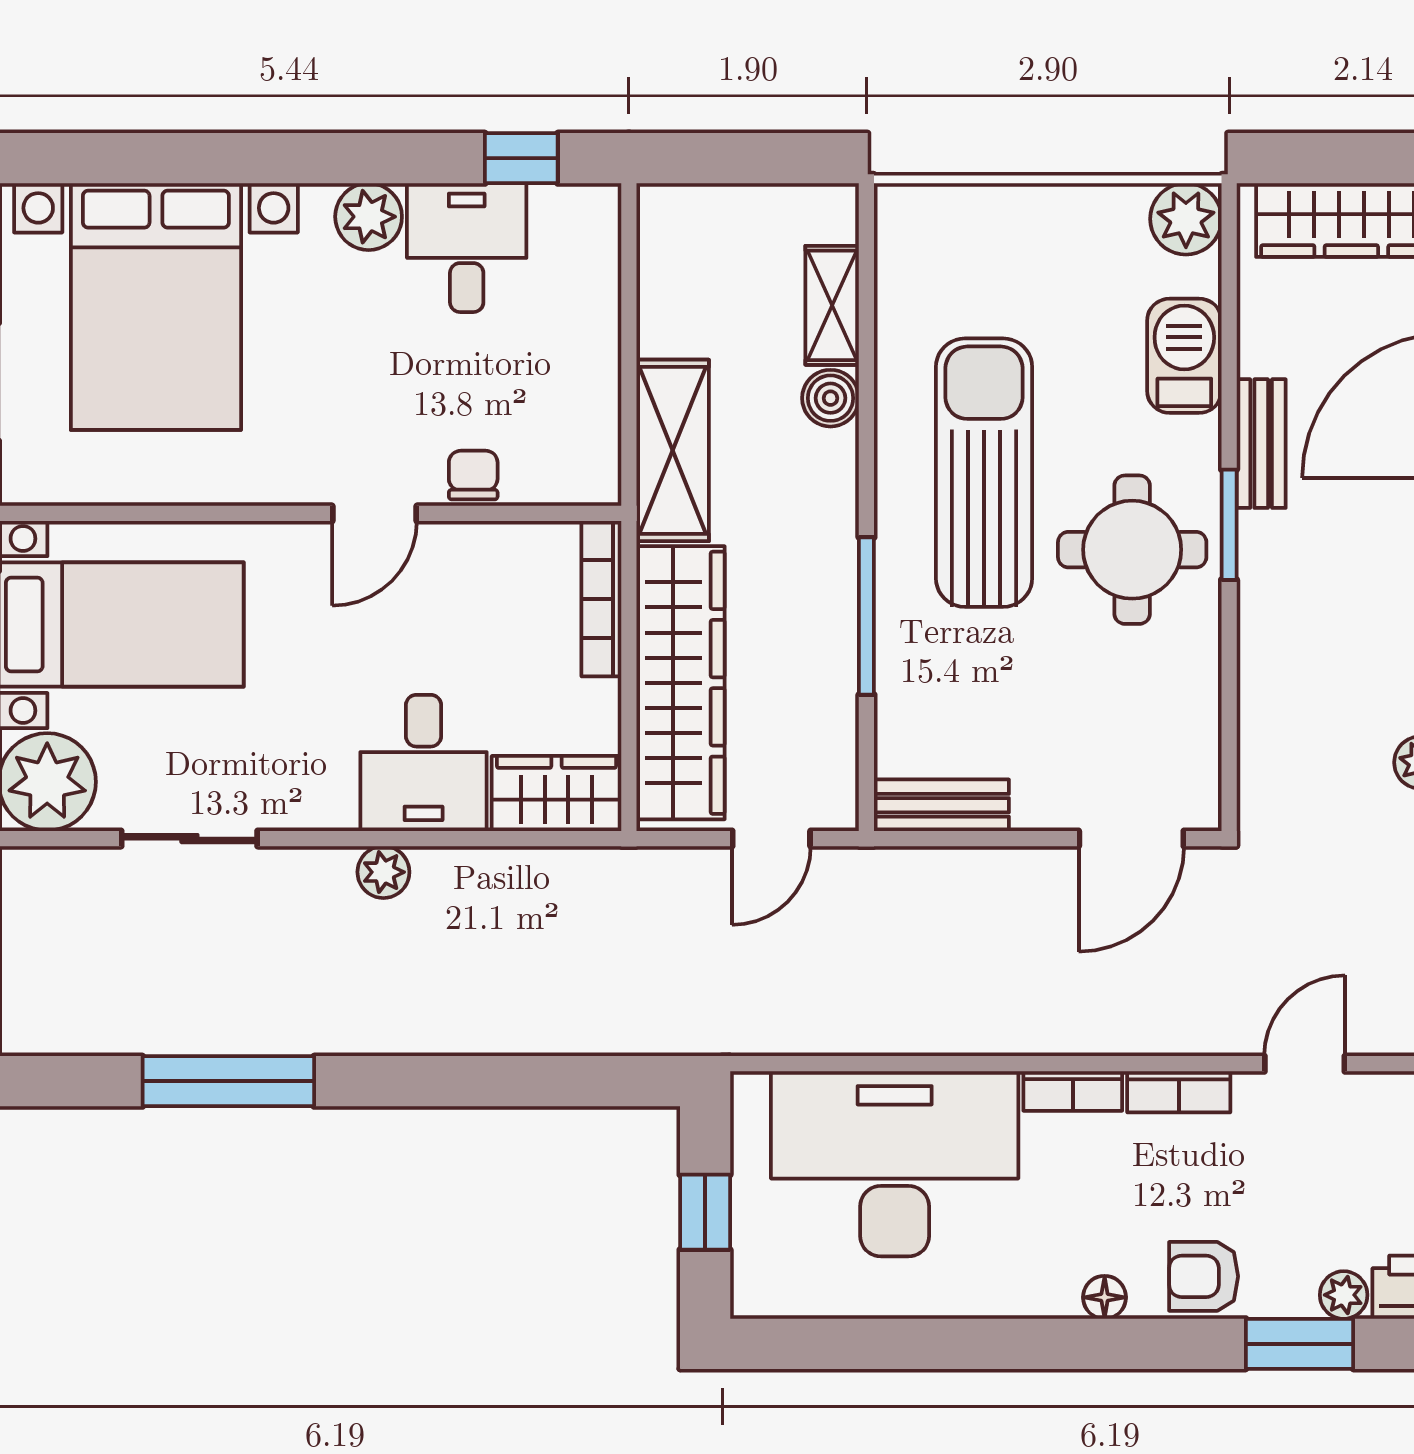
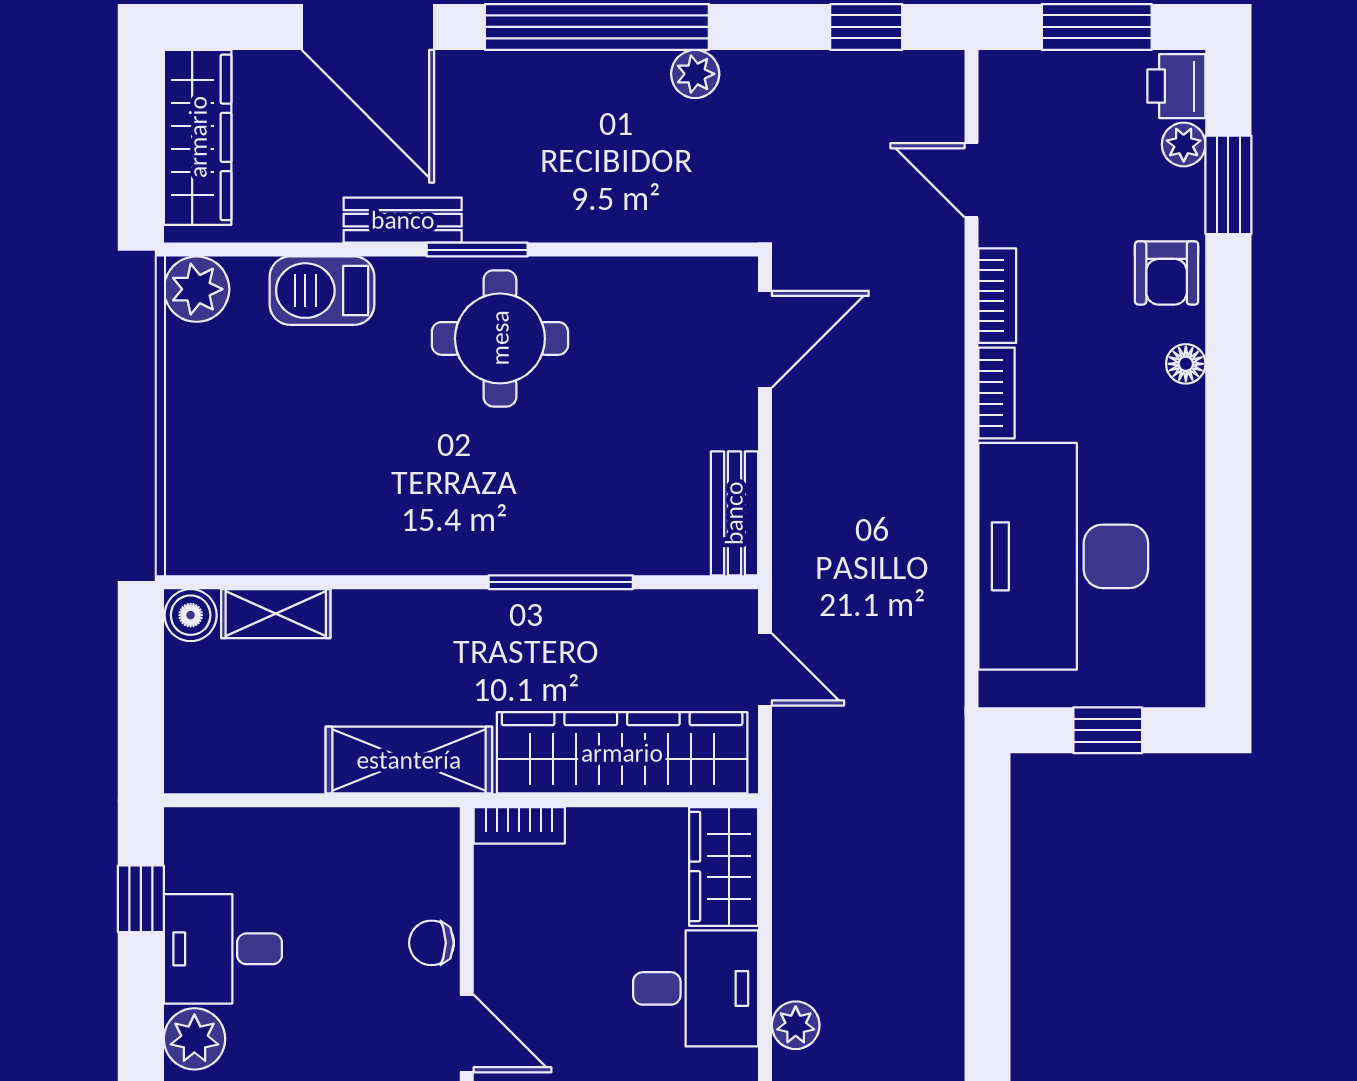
boiler: (830, 398) -> (191, 615), moved
sun lounger: (984, 473) -> (429, 474), removed
bookcase: (601, 599) -> (519, 825), width x0.64
door: (1131, 839) -> (765, 339), hinge flipped

